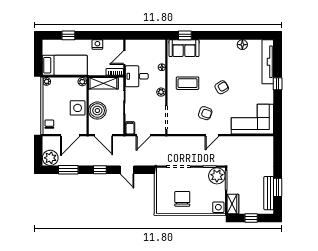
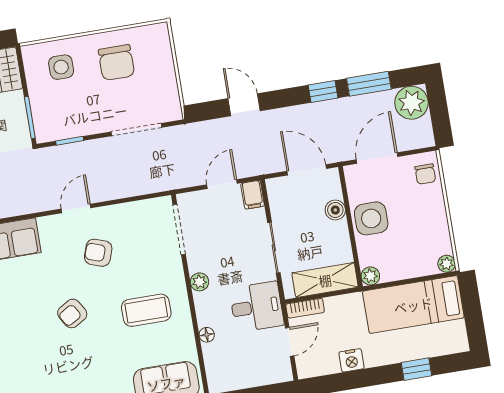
boiler: (97, 111) -> (335, 210), width x0.54, depth x0.54
window: (100, 170) -> (323, 91), moved
plant: (217, 176) -> (51, 124), removed
side table: (218, 207) -> (61, 67), moved

